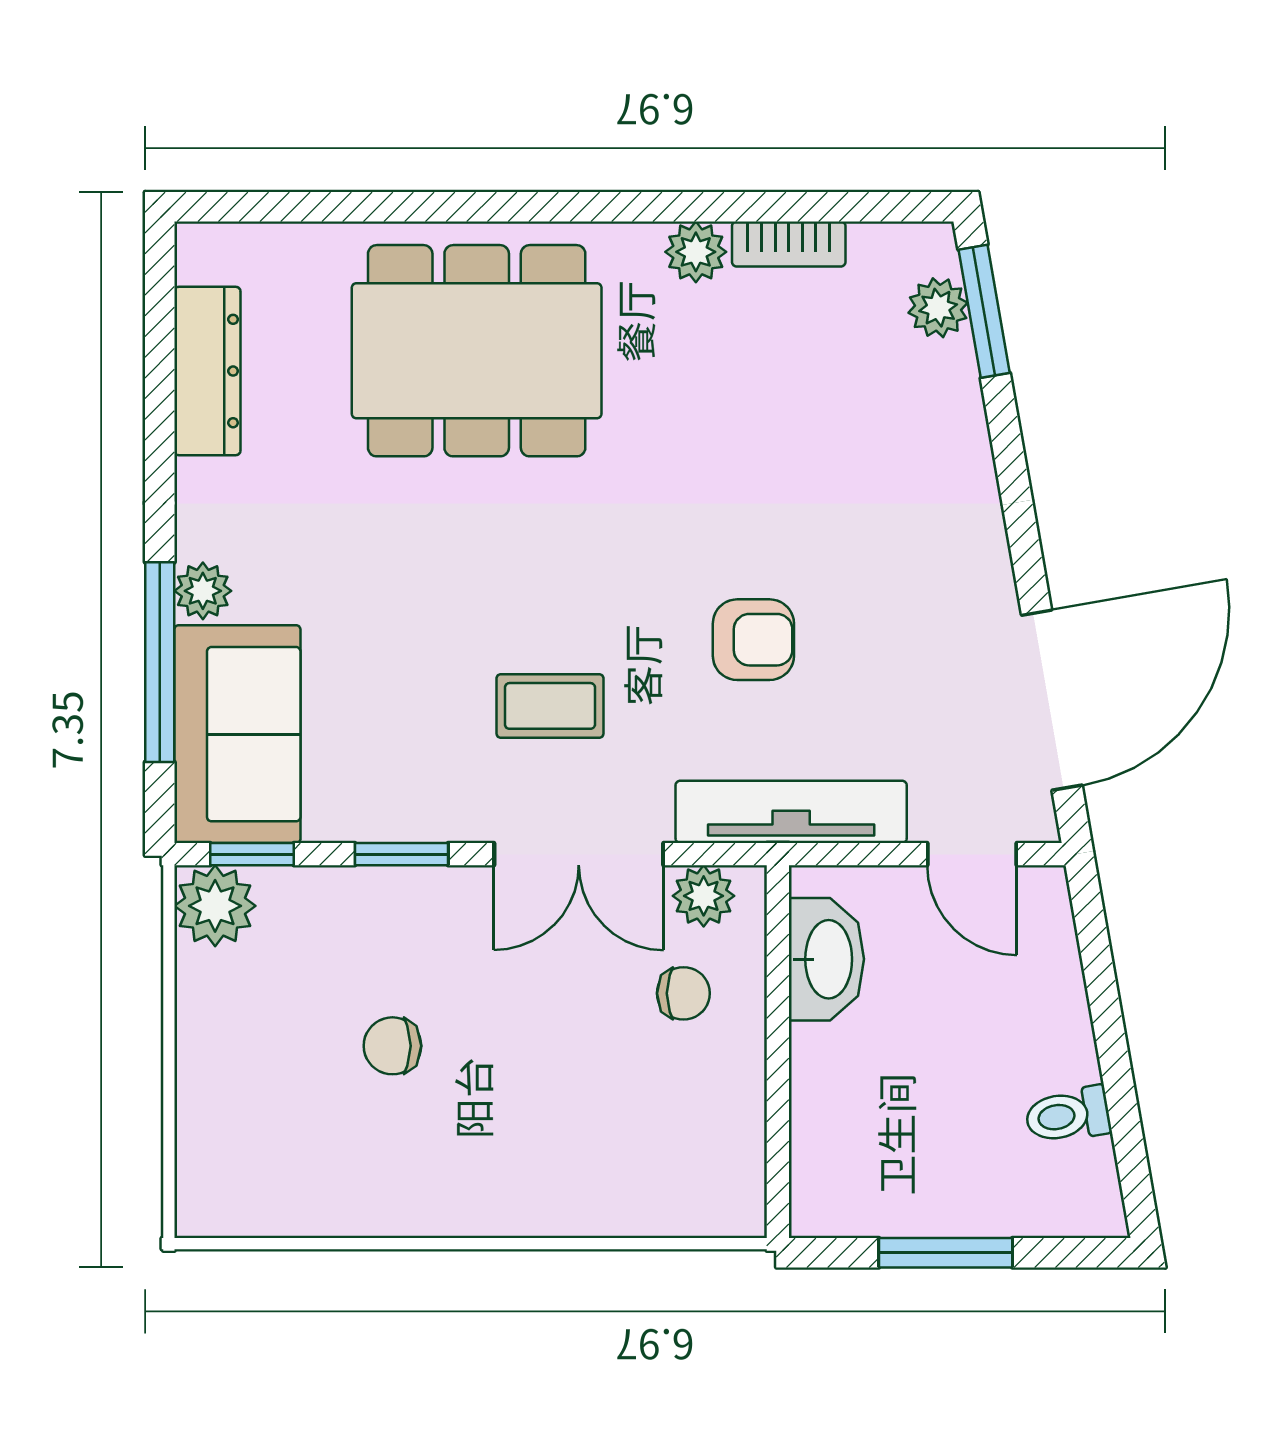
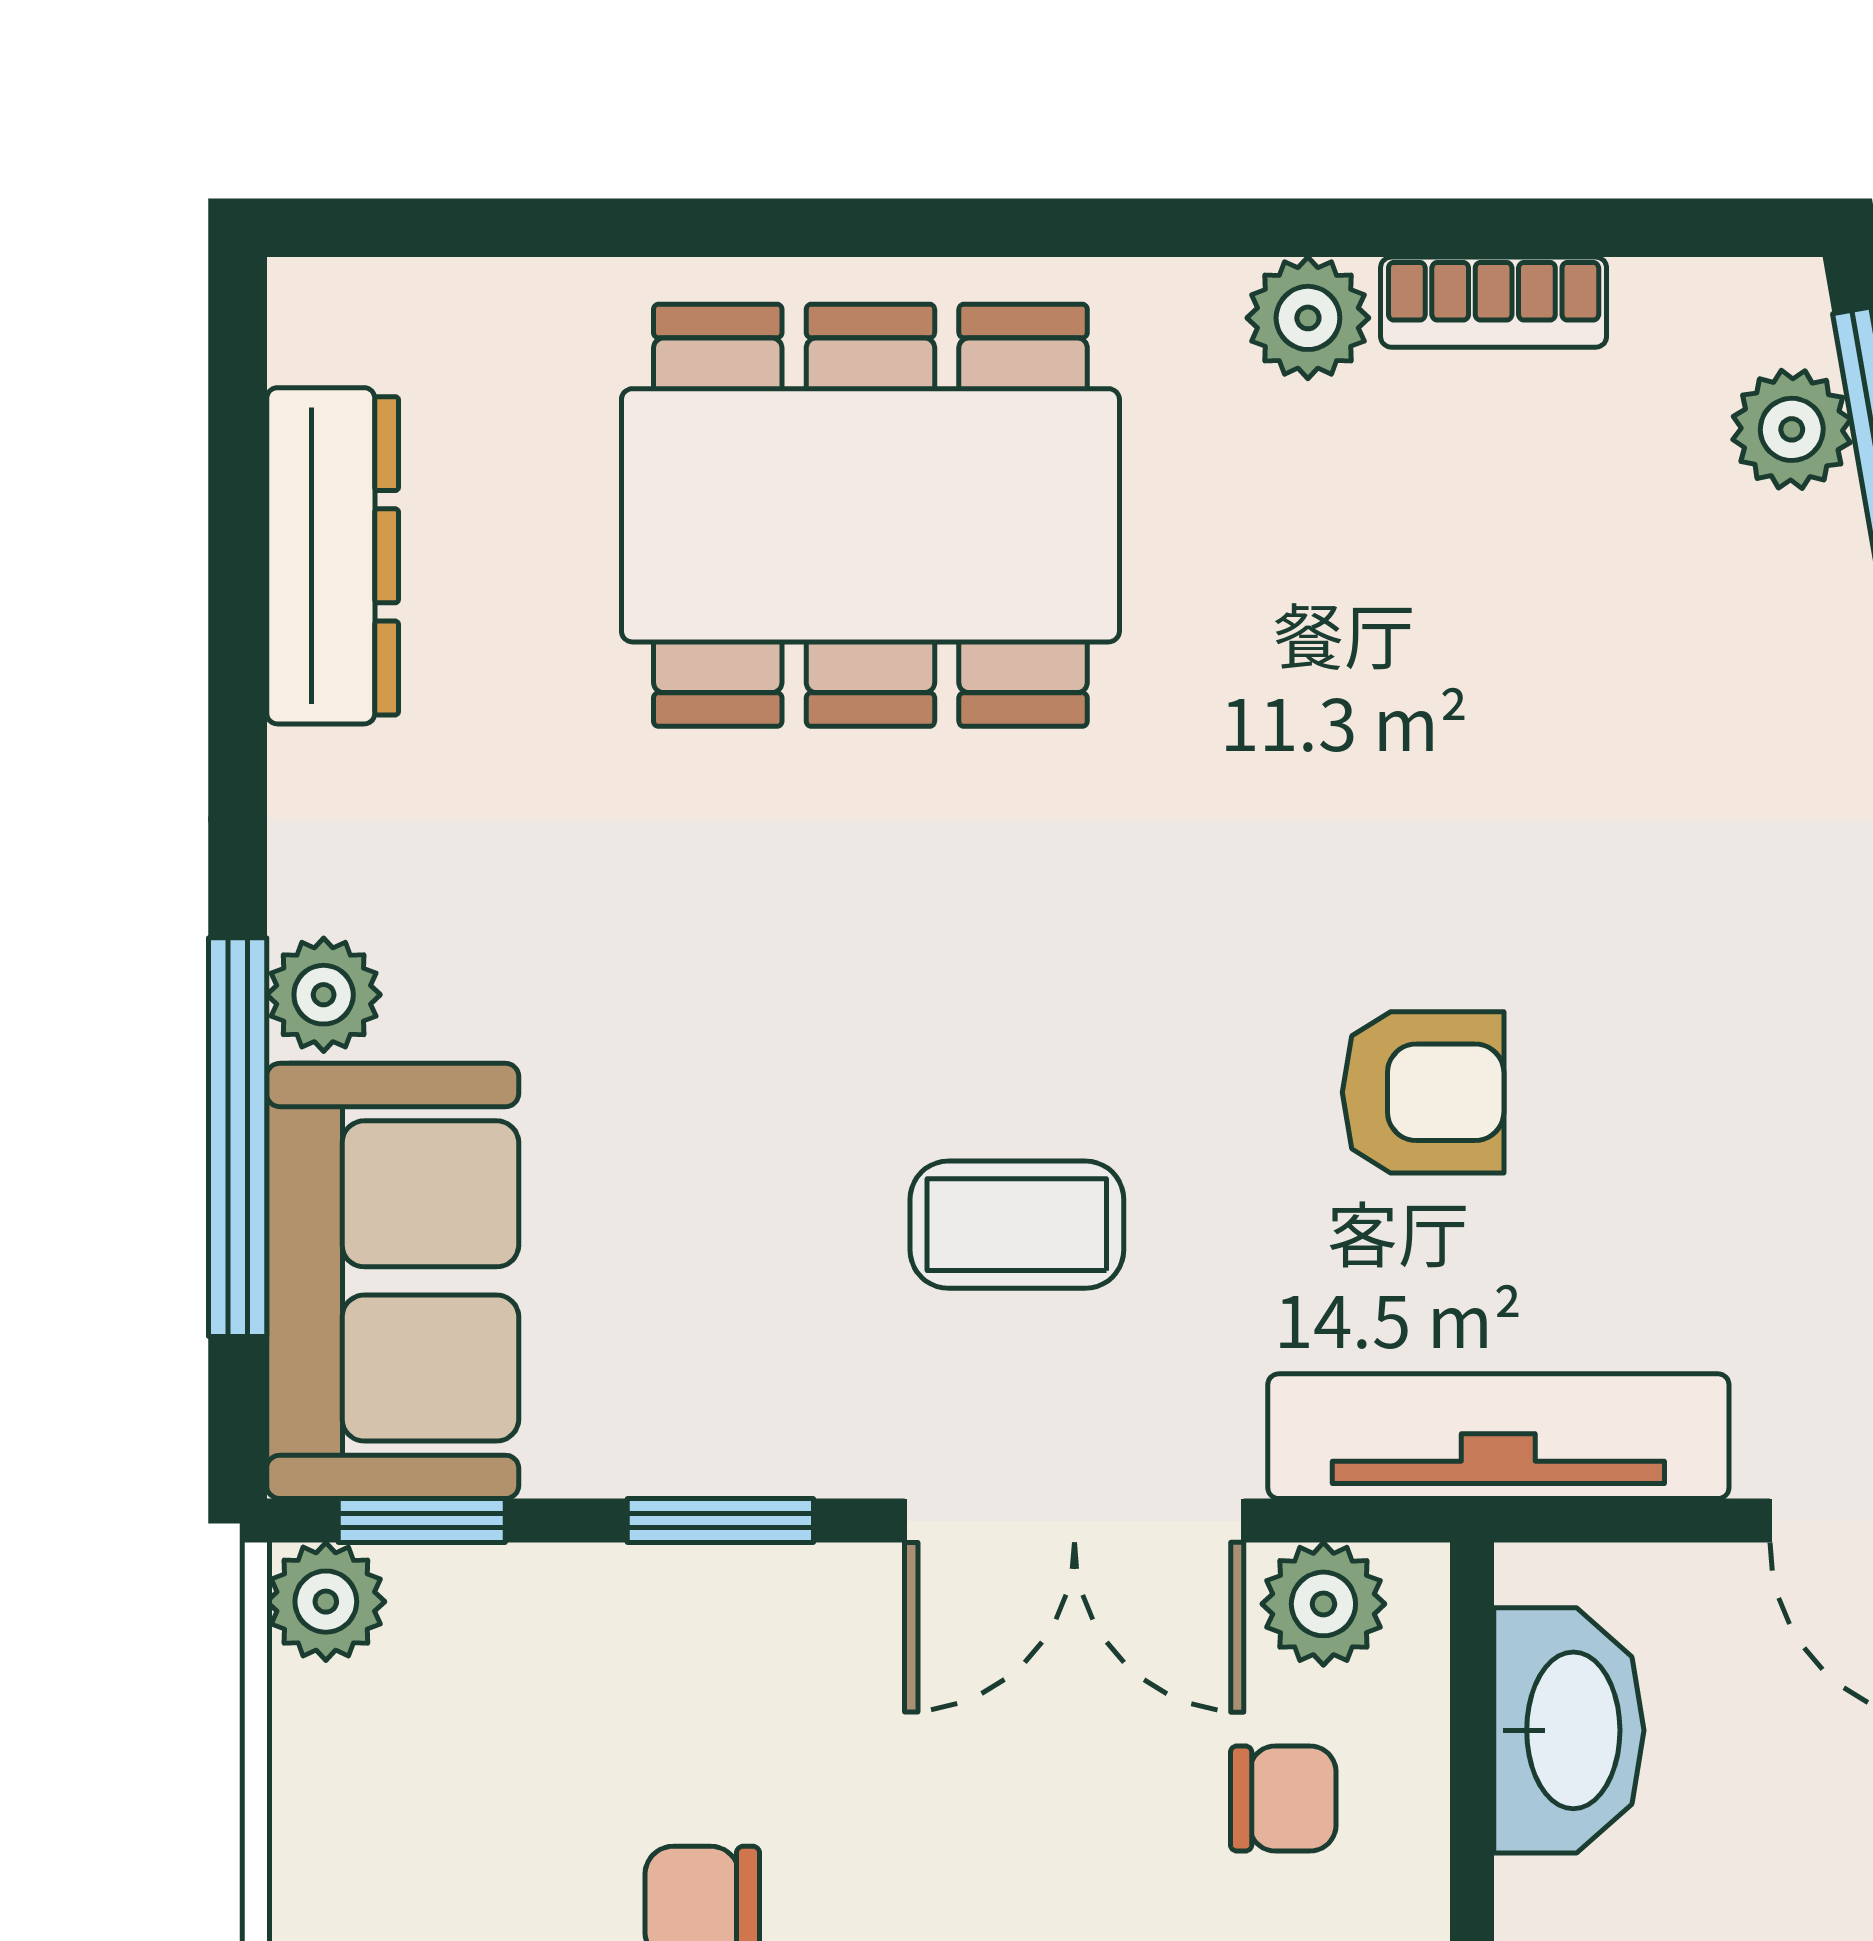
plant: (215, 906) -> (326, 1602), width x0.73, depth x0.73

